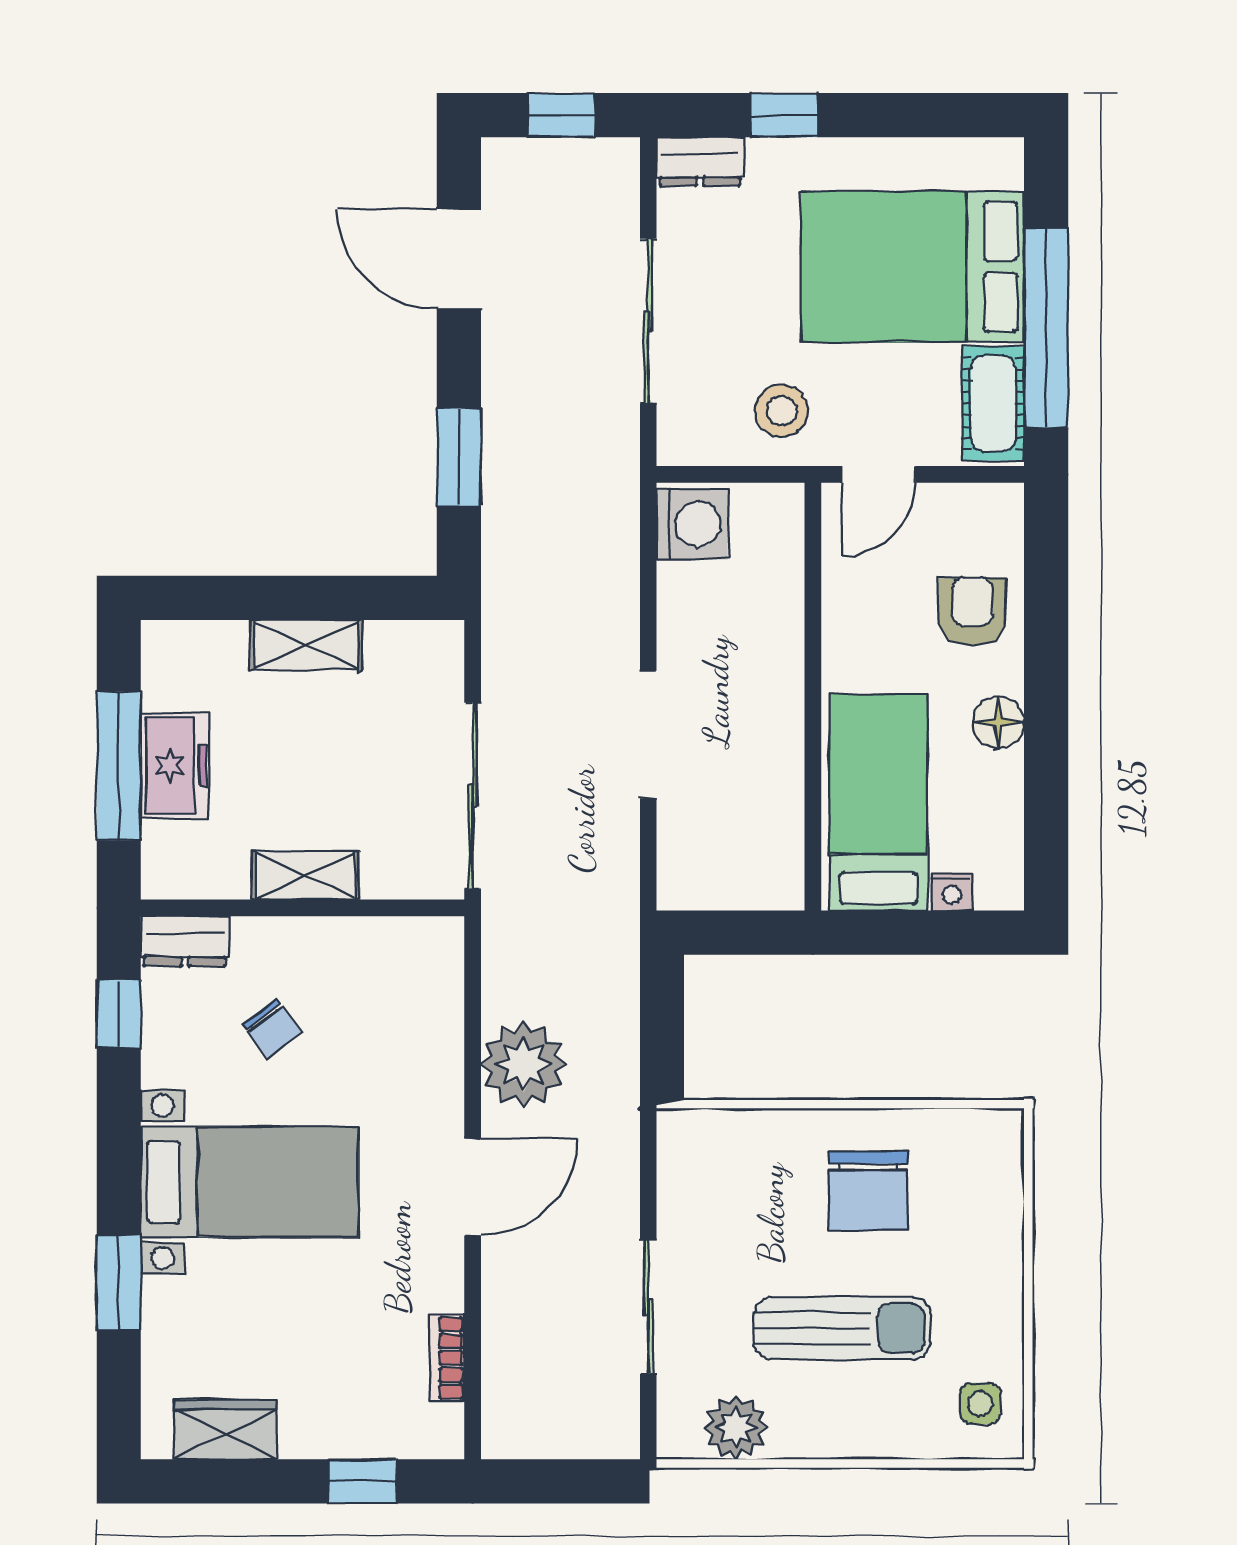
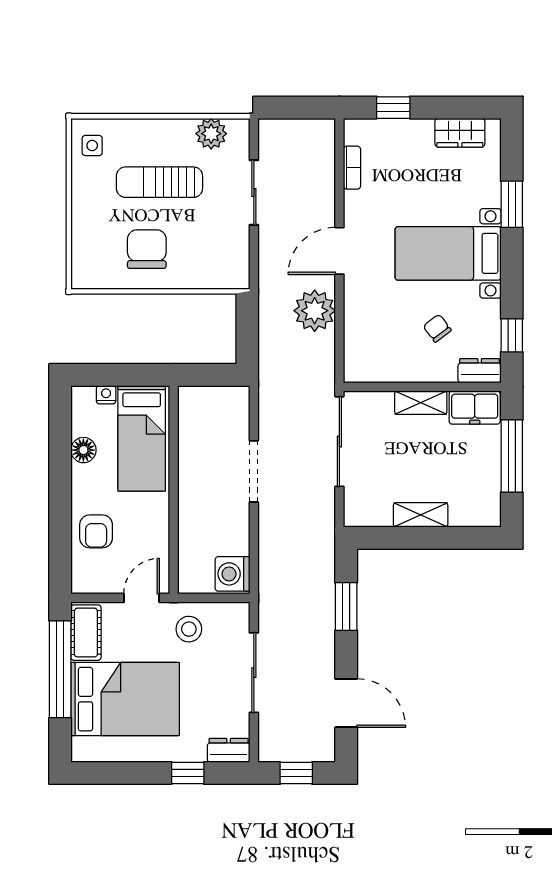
floor lamp: (998, 722) -> (83, 450), moved
freezer: (175, 766) -> (475, 407), moved, turned -90

